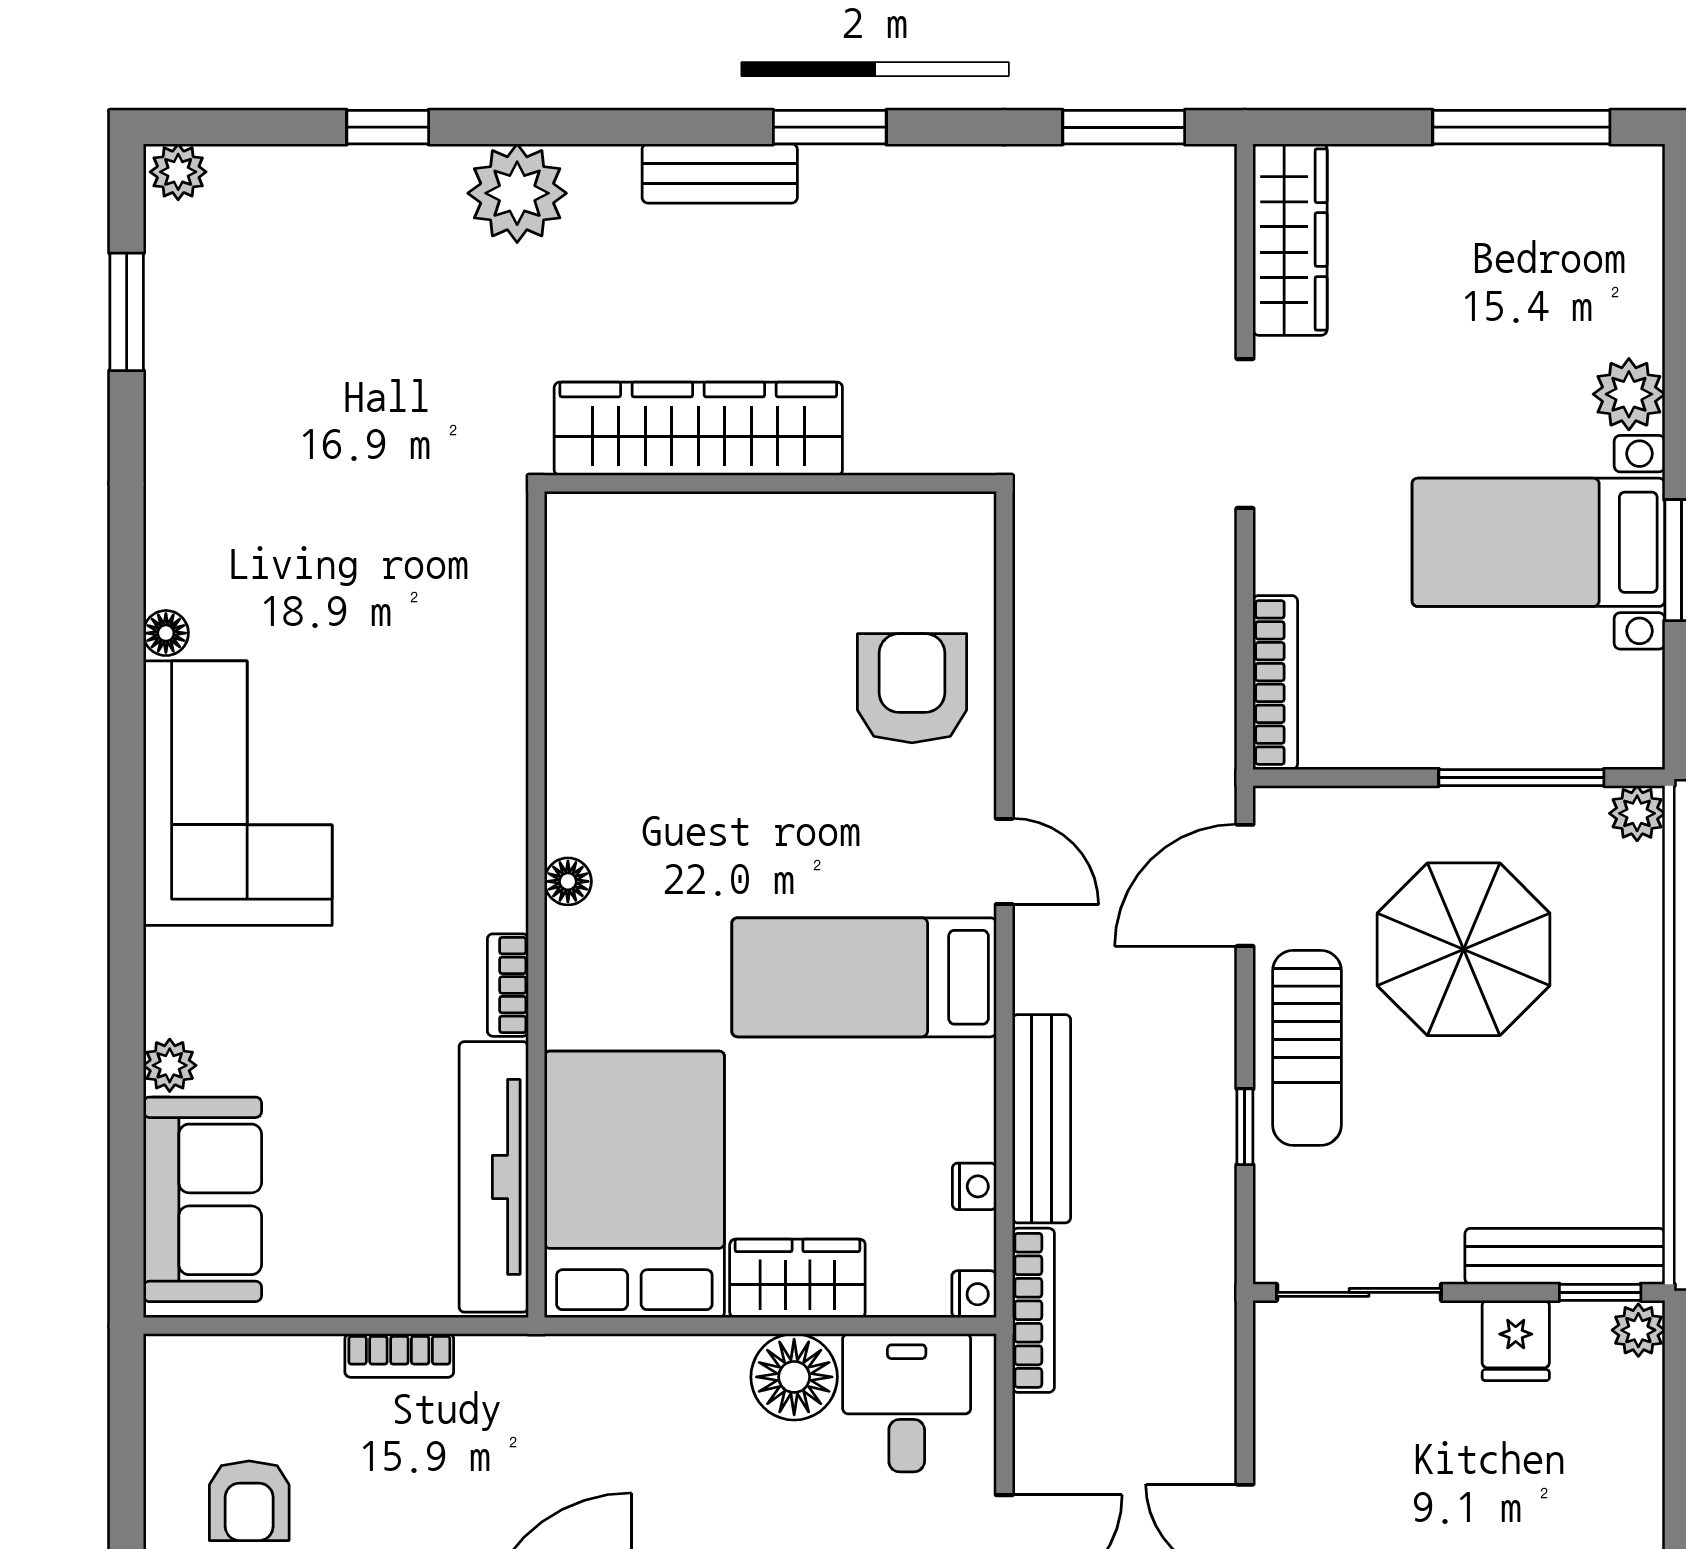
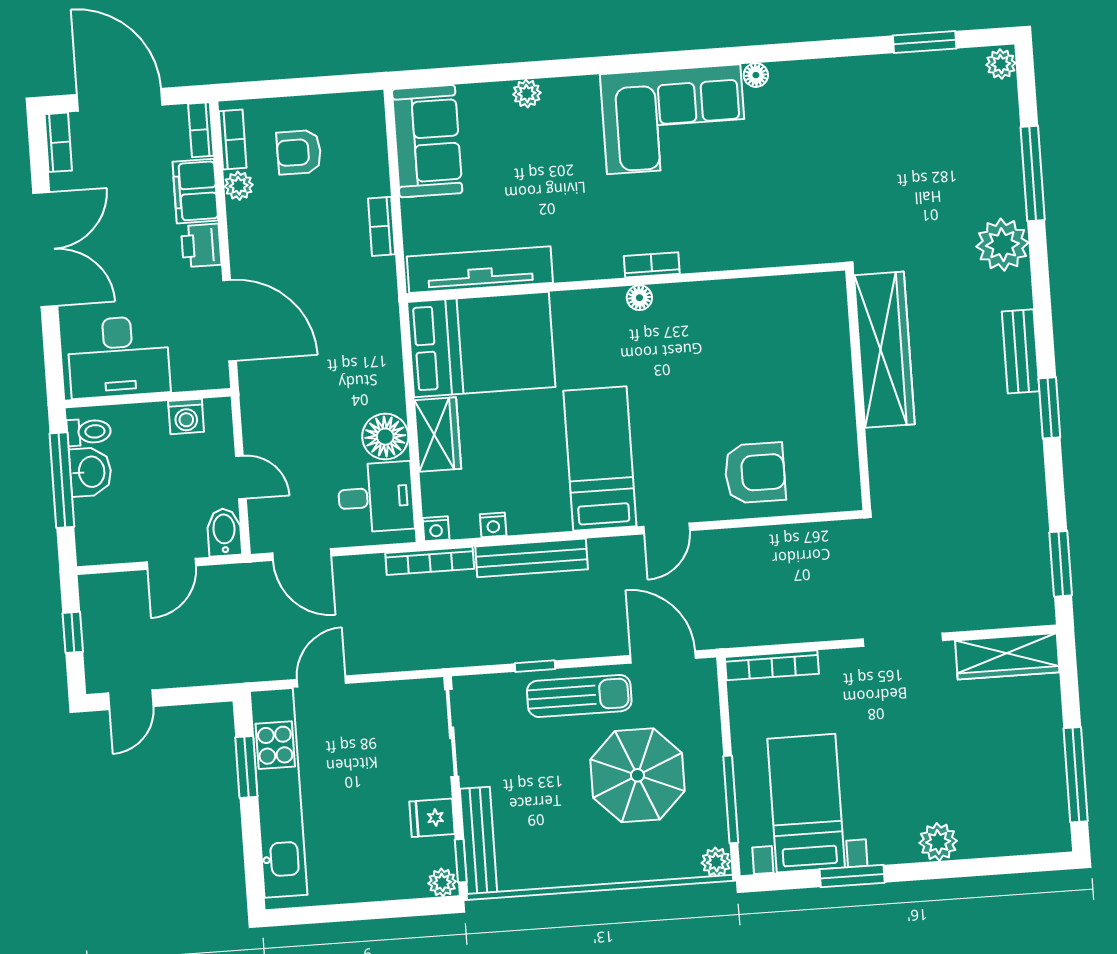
window: (388, 127) -> (1033, 173), width x2.17
bed with nightstands: (1538, 542) -> (806, 803), moved
bookcase: (508, 985) -> (652, 265), moved
sun lounger: (1307, 1048) -> (579, 696), turned 180
sofa: (202, 1199) -> (427, 141), moved, turned -90

